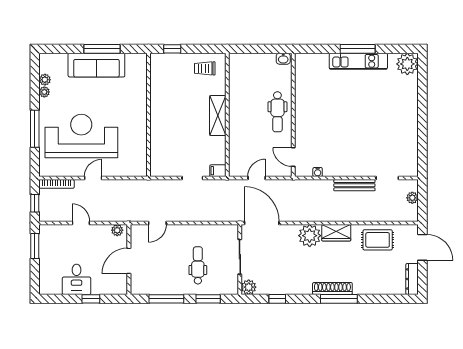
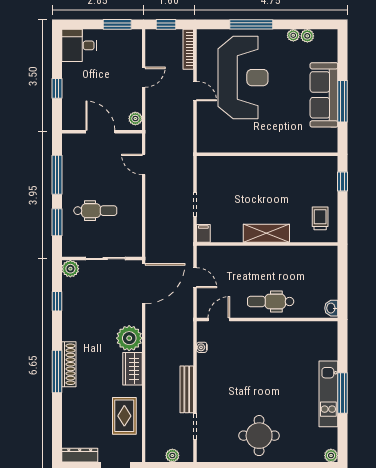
plant: (407, 64) -> (331, 456), width x0.53, depth x0.53
round table: (395, 122) -> (259, 436), added
desk: (77, 279) -> (79, 45), moved

